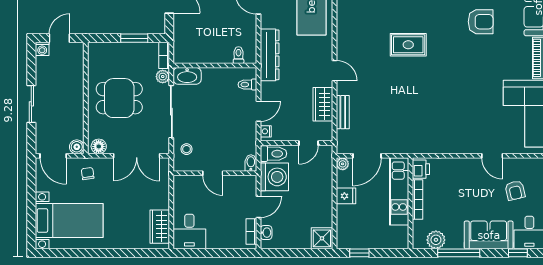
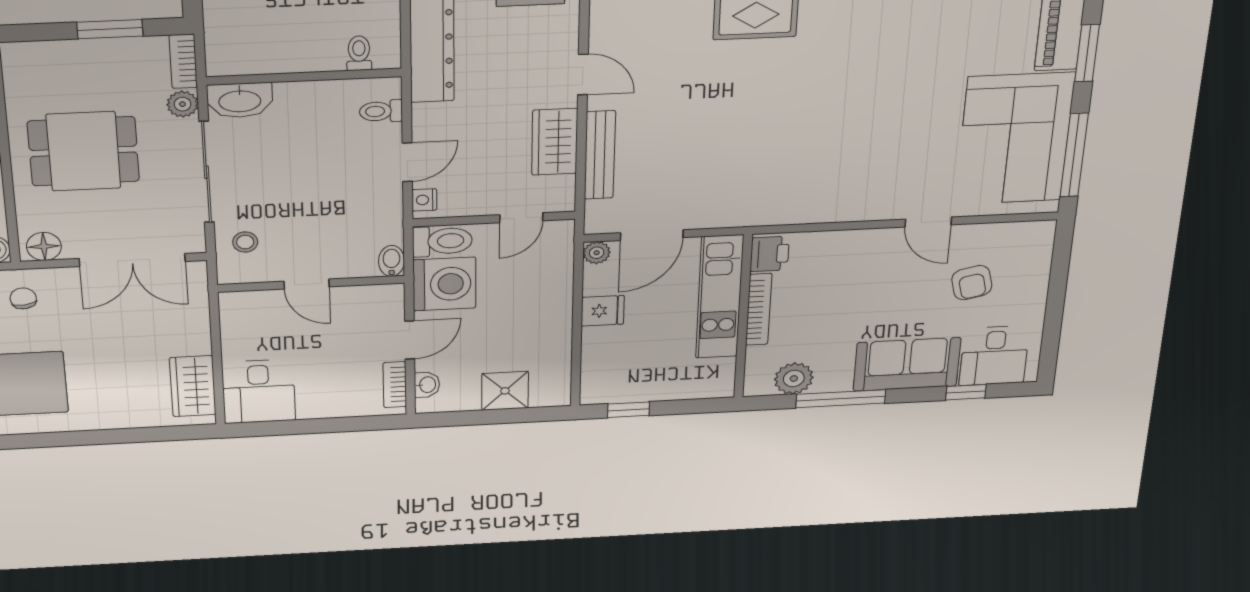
bench: (343, 112) -> (600, 155), width x1.36
shower: (322, 238) -> (505, 391), moved

